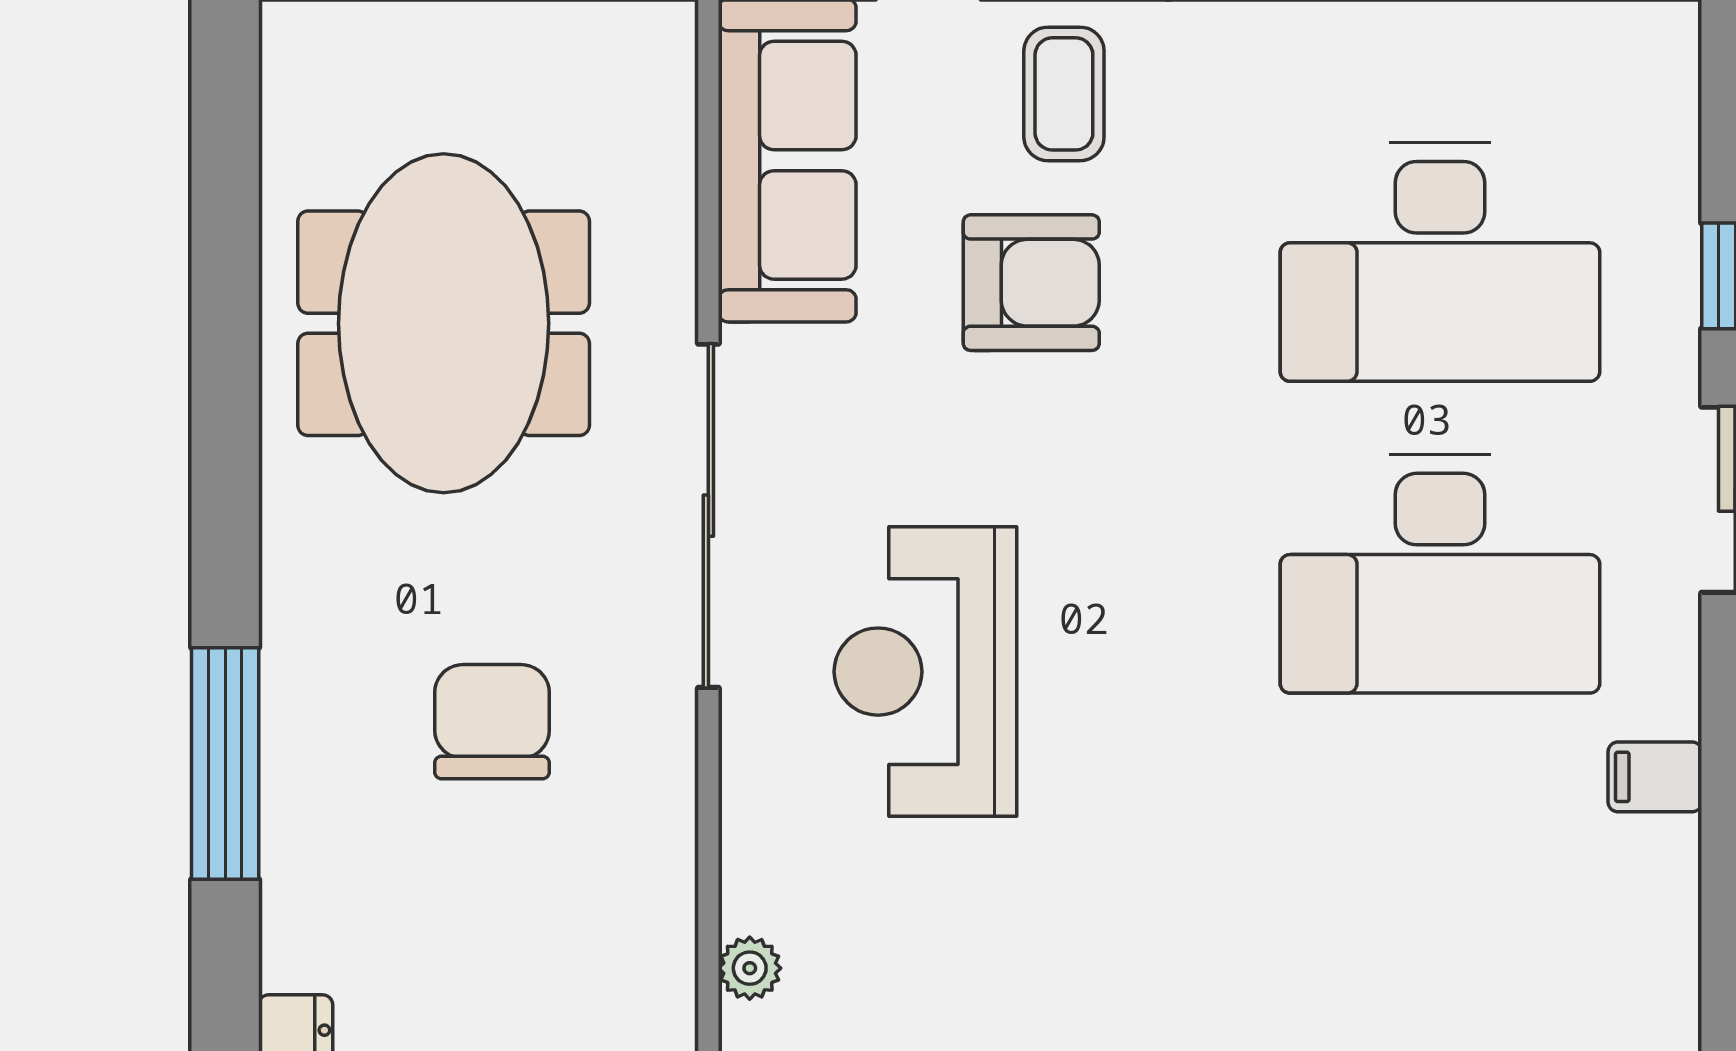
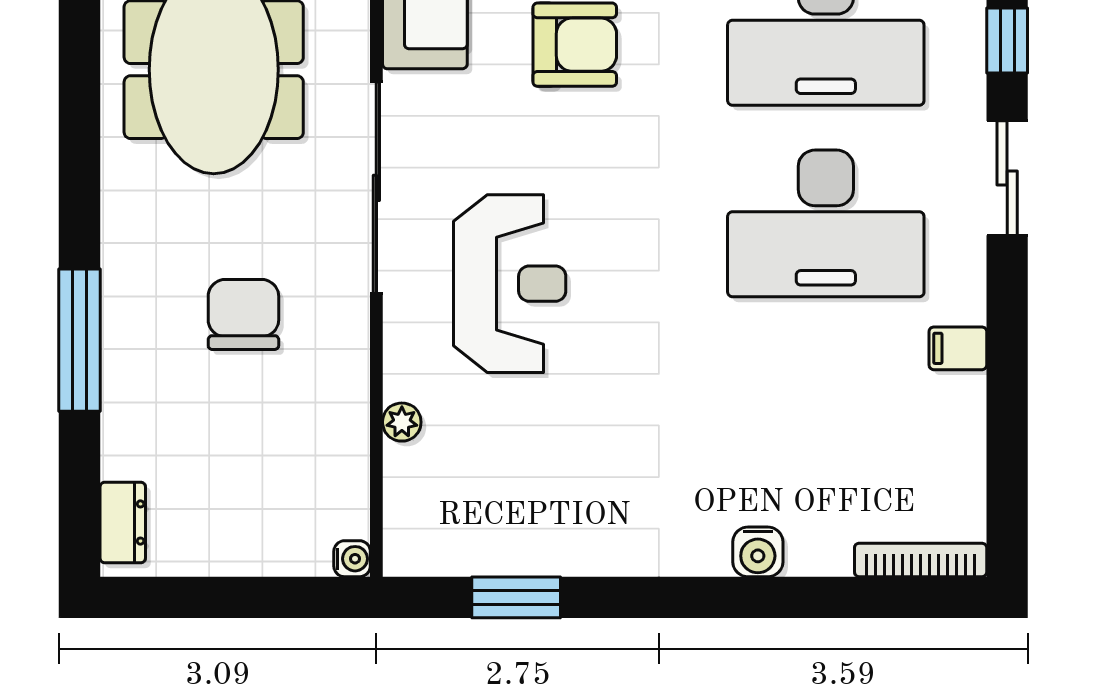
reception desk: (925, 672) -> (510, 284), turned 180
plant: (750, 968) -> (402, 422), moved

